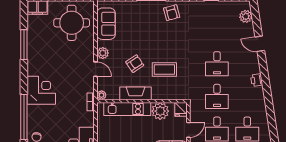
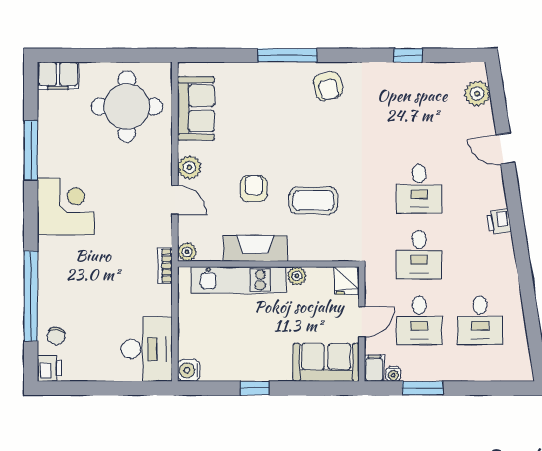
armchair: (135, 64) -> (254, 189), turned -56
corner desk: (41, 90) -> (66, 207), moved
plant: (160, 111) -> (297, 276), width x0.53, depth x0.53

